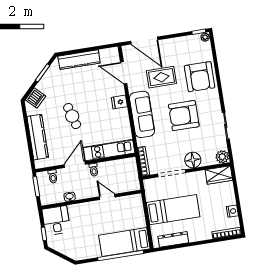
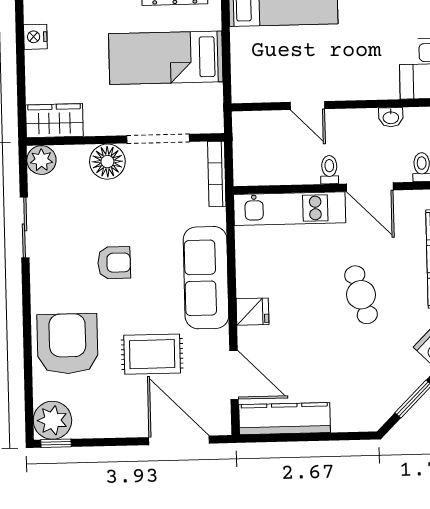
plant: (205, 37) -> (52, 420), width x1.87, depth x1.87
kitchen counter: (79, 60) -> (285, 419), moved
armchair: (184, 115) -> (114, 263), width x0.53, depth x0.53
door: (75, 164) -> (370, 187), hinge flipped

